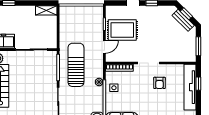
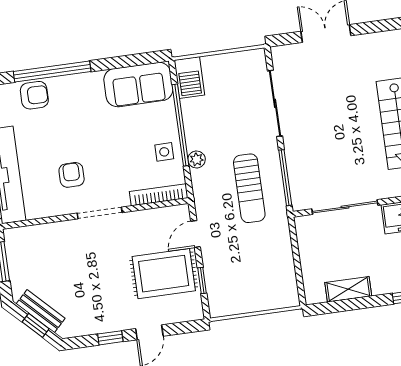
shelving: (46, 10) -> (348, 289), moved
sun lounger: (76, 65) -> (249, 188), width x0.73, depth x0.75

